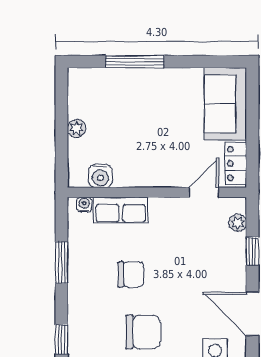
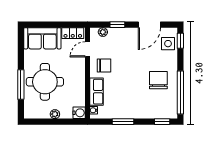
round table: (140, 109) -> (45, 82), added
water cooler: (100, 176) -> (79, 113), moved
door: (204, 192) -> (87, 49), hinge flipped
chair: (131, 274) -> (104, 66), moved, turned 90

